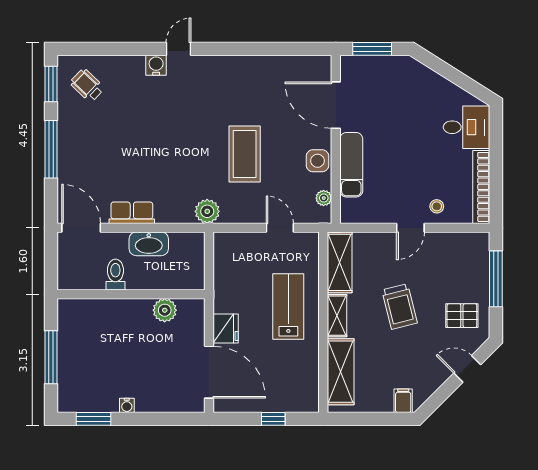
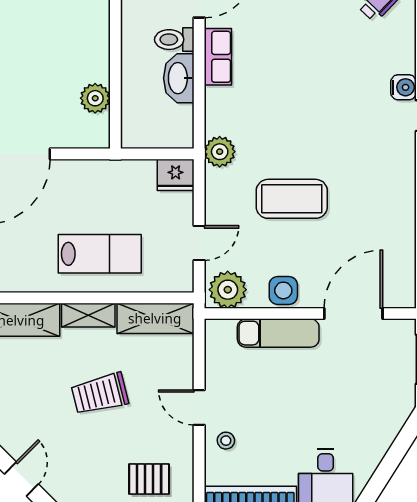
plant: (324, 198) -> (228, 290), width x1.87, depth x1.87
toilet: (115, 275) -> (174, 40), moved, turned 180
pallet: (462, 316) -> (149, 479), moved, turned 90
fridge: (226, 329) -> (176, 175), moved

